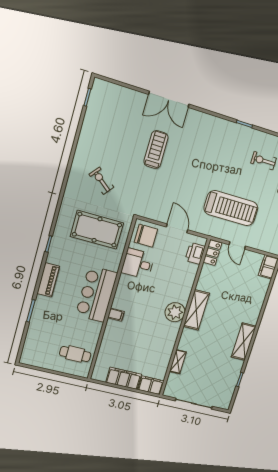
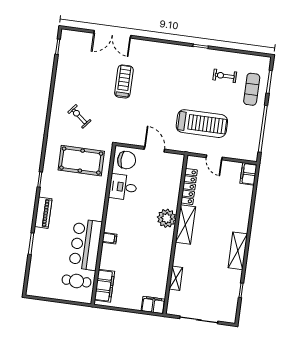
double door: (169, 99) -> (112, 34), moved
printer: (195, 253) -> (175, 170), removed
locker: (212, 253) -> (189, 186), moved, width x1.53
bar counter: (96, 294) -> (86, 245), moved
plant: (175, 312) -> (167, 218), moved
filing cabinet: (124, 378) -> (104, 286), moved, turned 90

